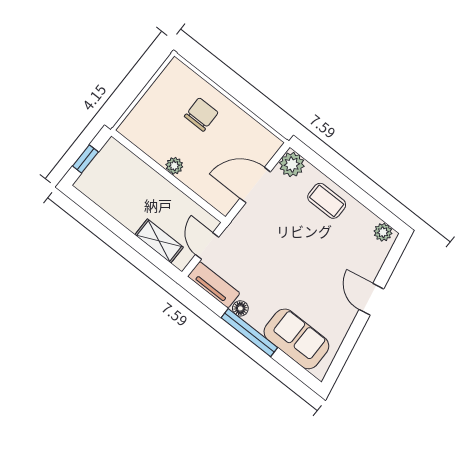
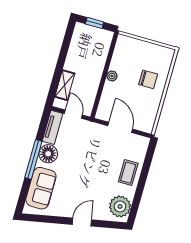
plant: (292, 164) -> (141, 144), removed
plant: (383, 232) -> (120, 206), width x1.87, depth x1.87
door: (207, 246) -> (73, 114), hinge flipped
floor lamp: (240, 308) -> (48, 154), width x1.89, depth x1.89

